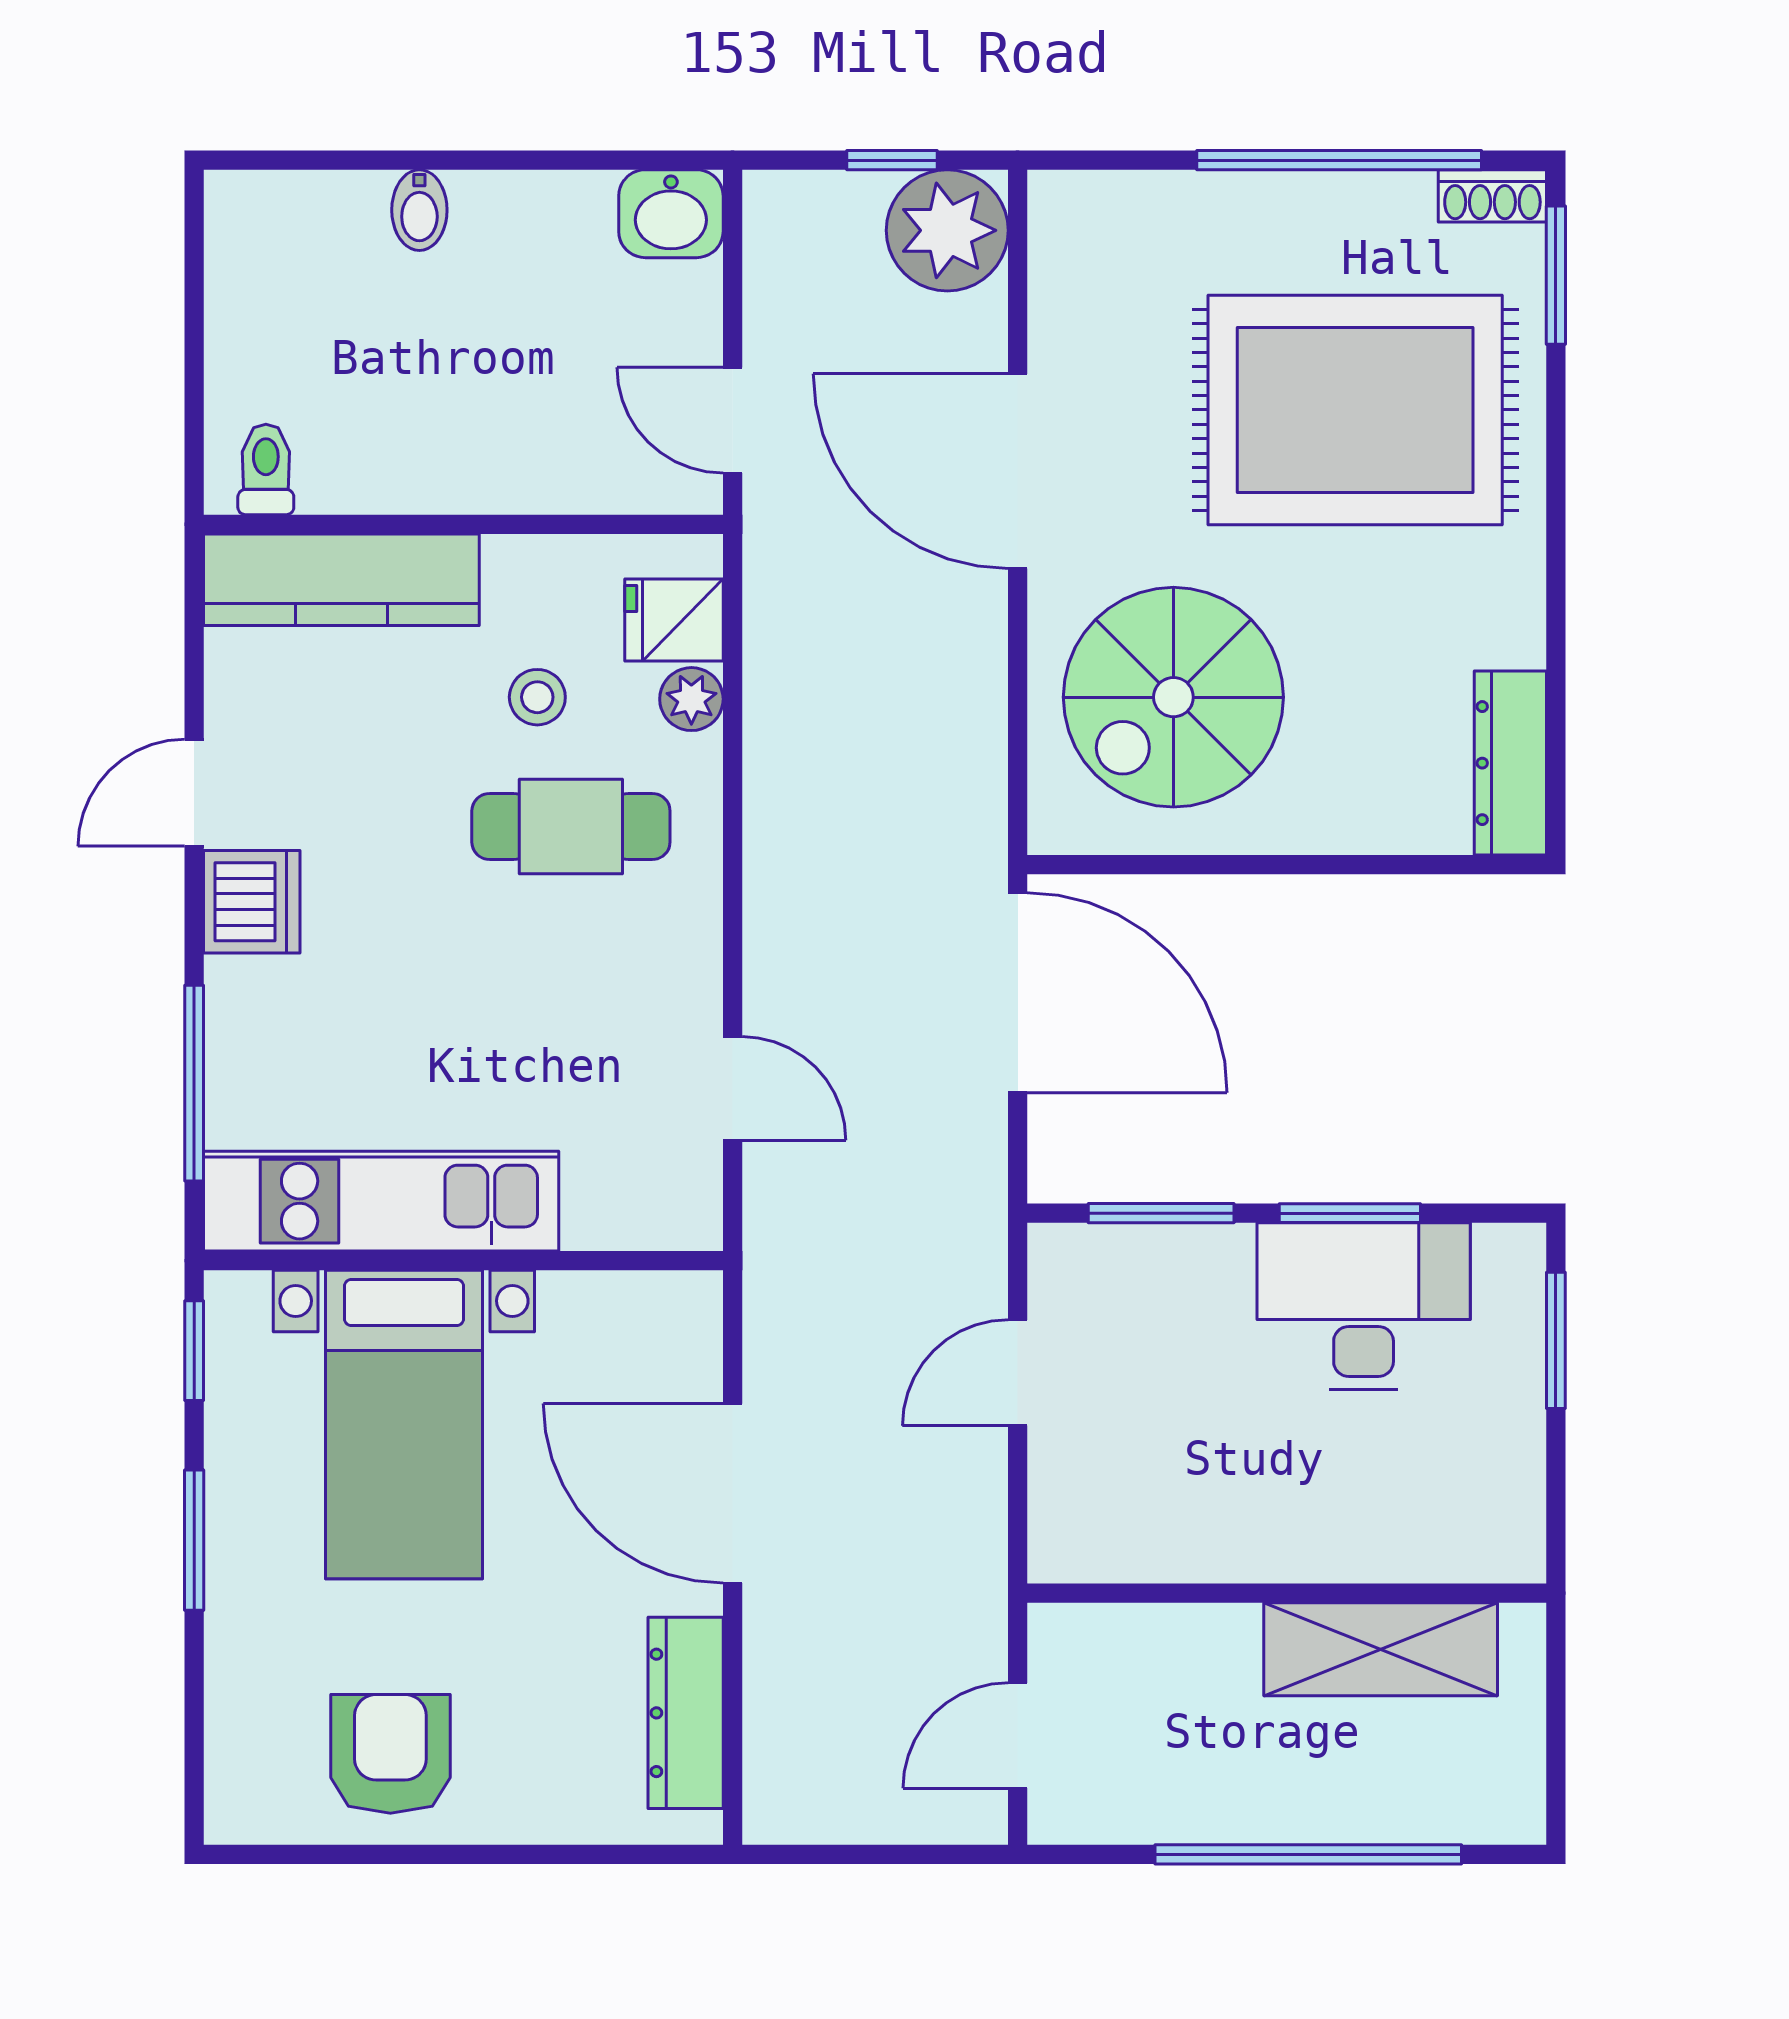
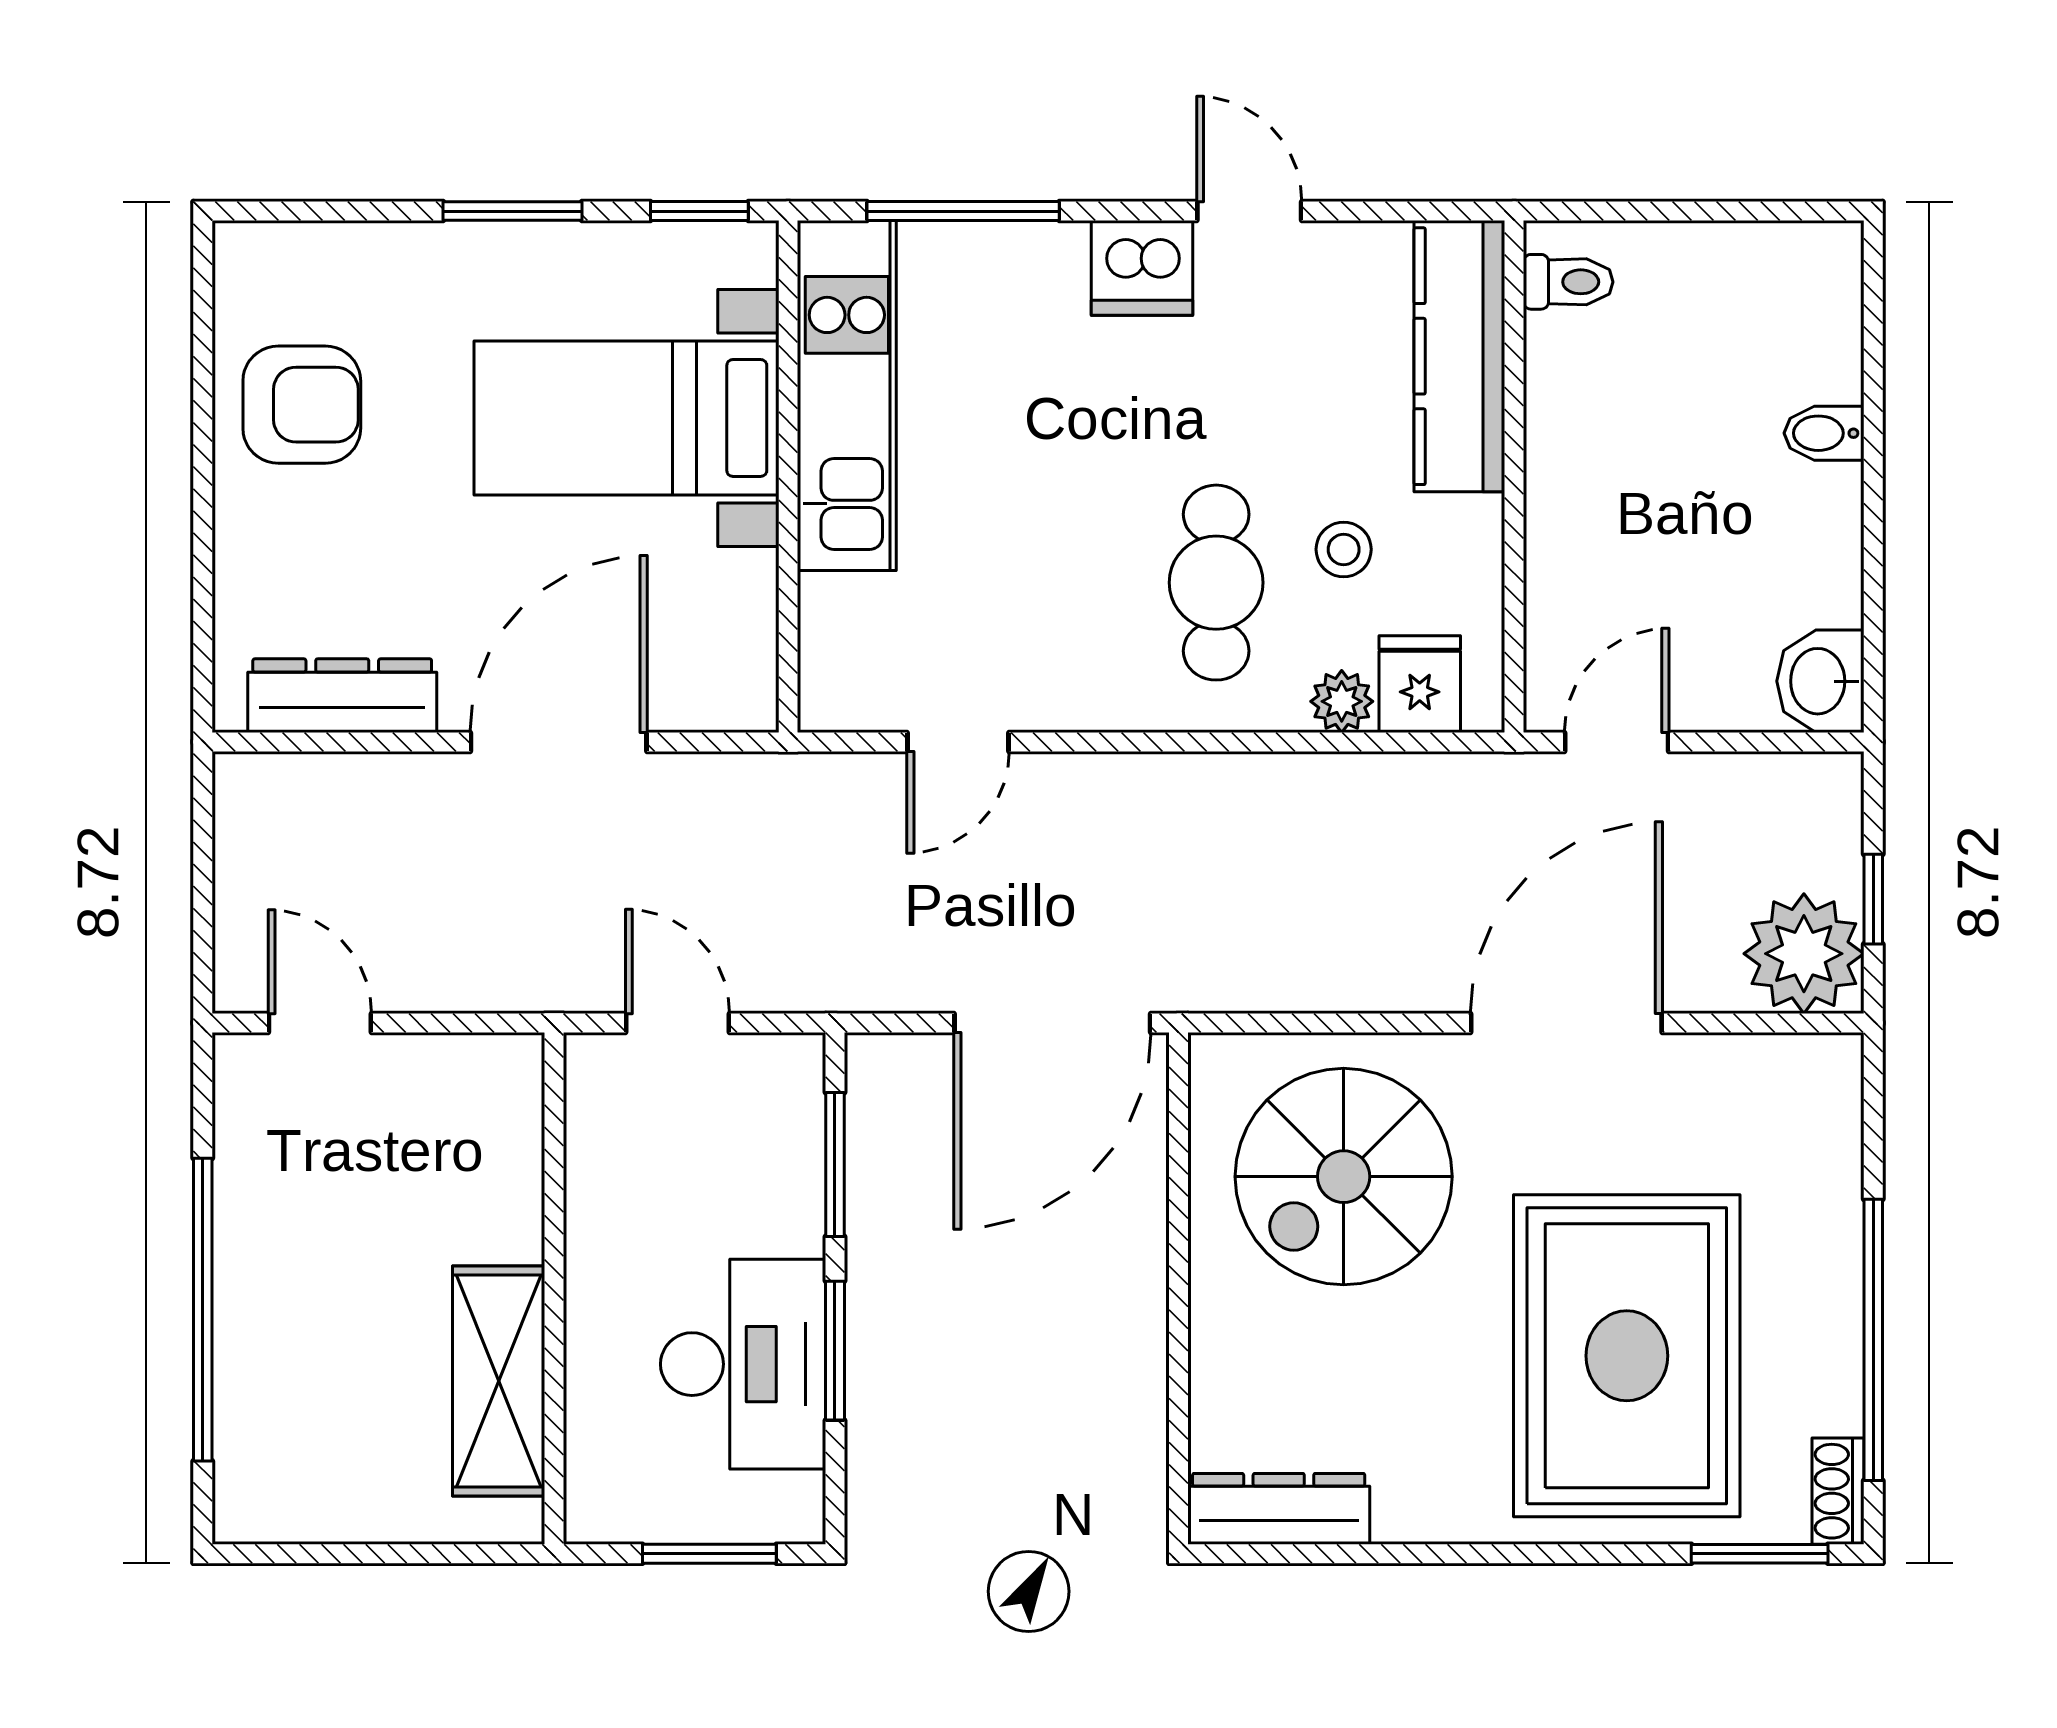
spiral stairs: (1173, 697) -> (1344, 1177), turned -90
wall: (1287, 1593) -> (554, 1288), moved
shelving: (1381, 1649) -> (499, 1381), moved

